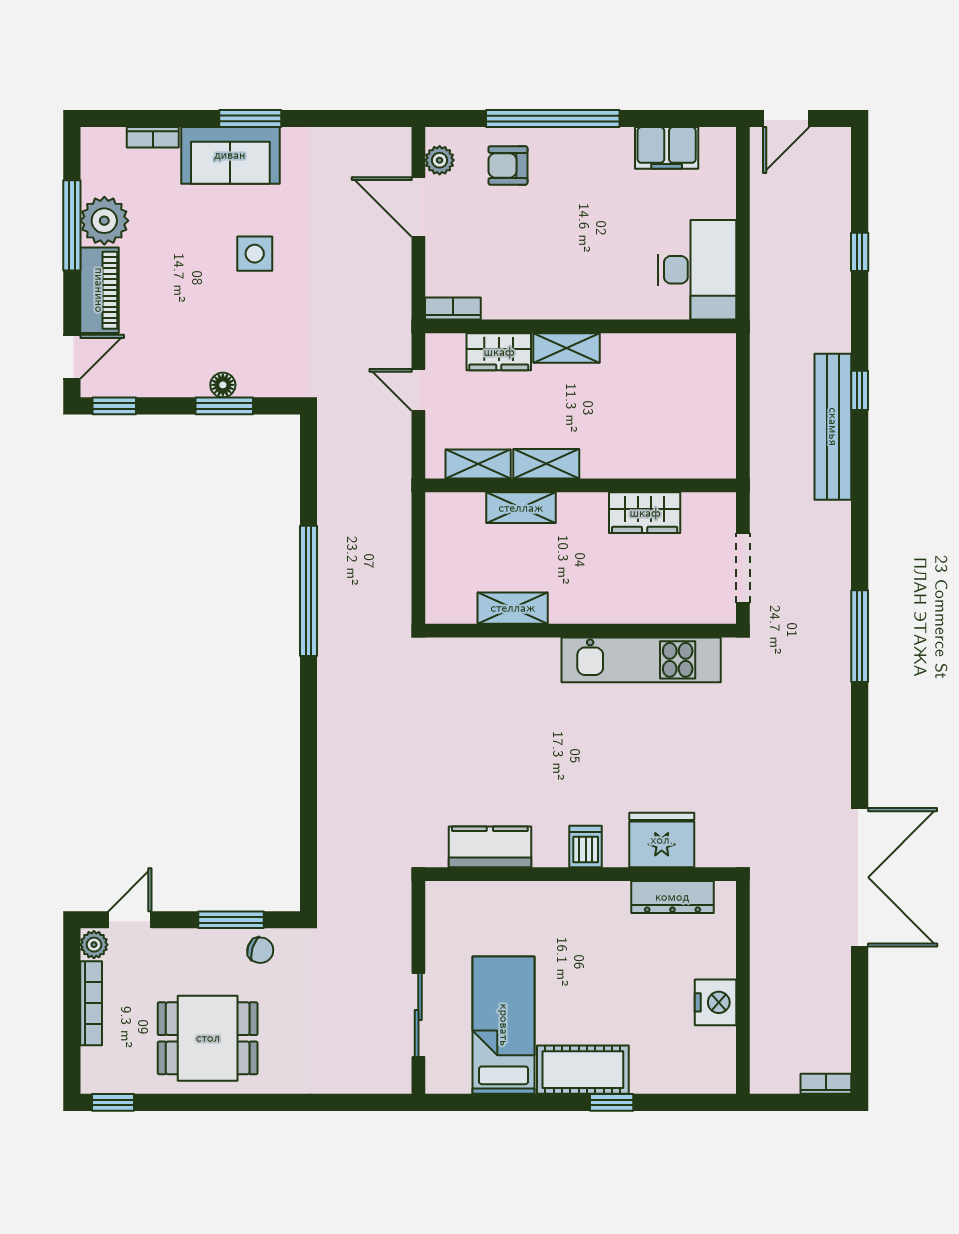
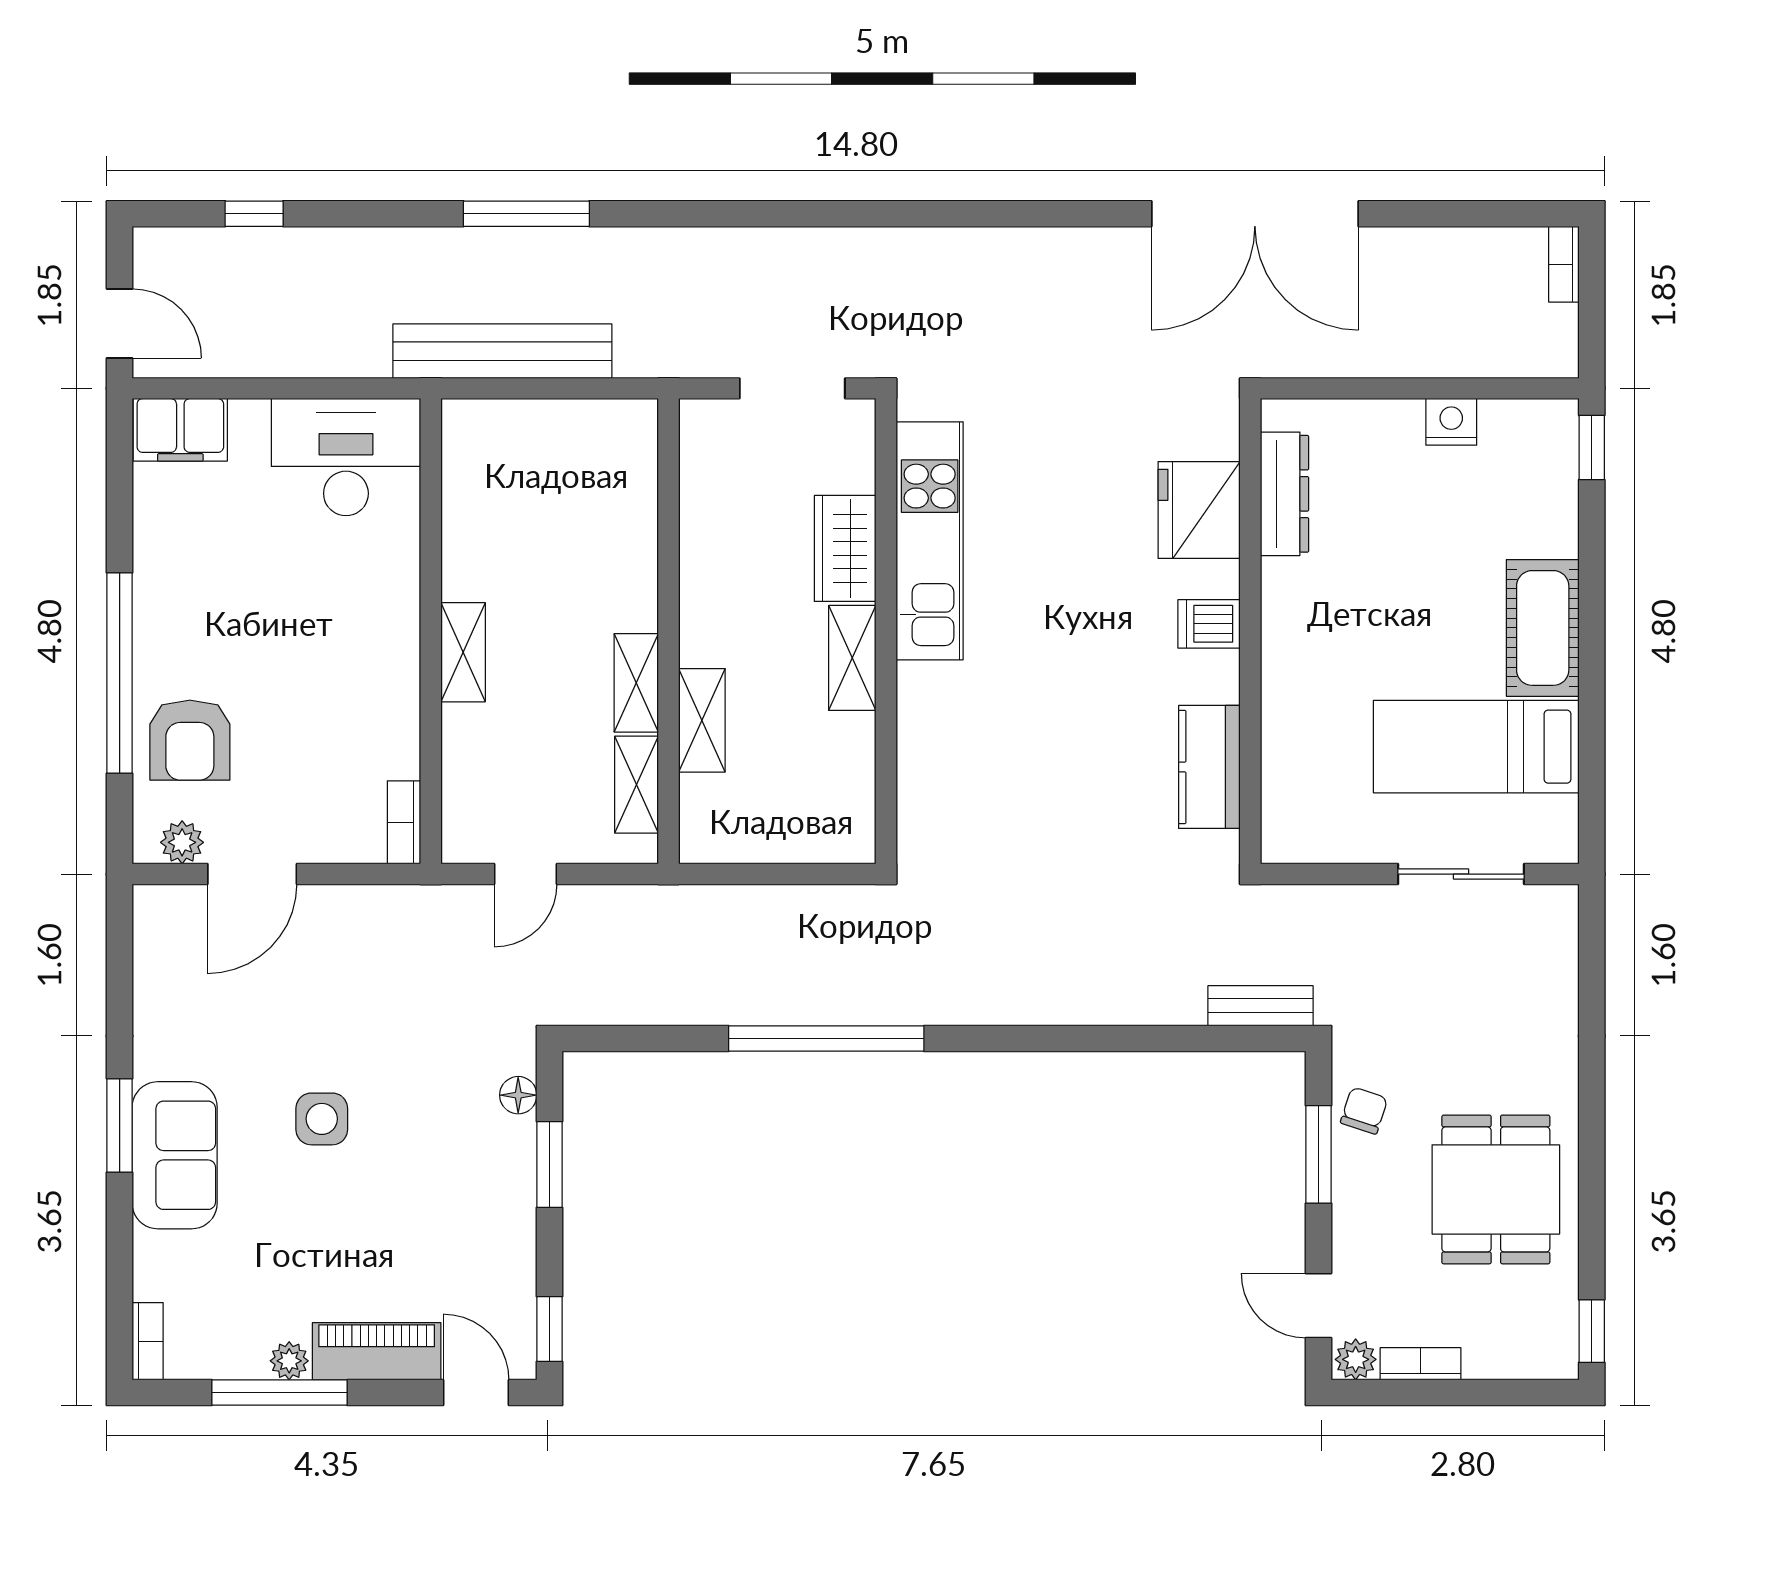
bookcase: (153, 137) -> (148, 1341), moved
filing cabinet: (667, 148) -> (180, 430), moved, turned 90
armchair: (508, 165) -> (190, 740), width x1.38, depth x1.38
plant: (104, 221) -> (289, 1361), width x0.53, depth x0.53
window: (860, 252) -> (254, 214), moved
wardrobe: (499, 352) -> (469, 754), removed
floor lamp: (223, 385) -> (518, 1095), moved
window: (860, 390) -> (526, 214), width x2.17
bench: (833, 427) -> (502, 351), moved
wardrobe: (645, 513) -> (845, 548), moved, turned 180
shelving: (513, 608) -> (852, 658), moved
window: (860, 636) -> (894, 214), removed
double door: (860, 877) -> (1255, 214), swing flipped
bench: (330, 881) -> (1260, 1006), added
nightstand: (715, 1002) -> (1451, 422), width x0.74, depth x0.75
bookcase: (91, 1003) -> (1421, 1364), width x0.64
window: (612, 1102) -> (1592, 447), moved

